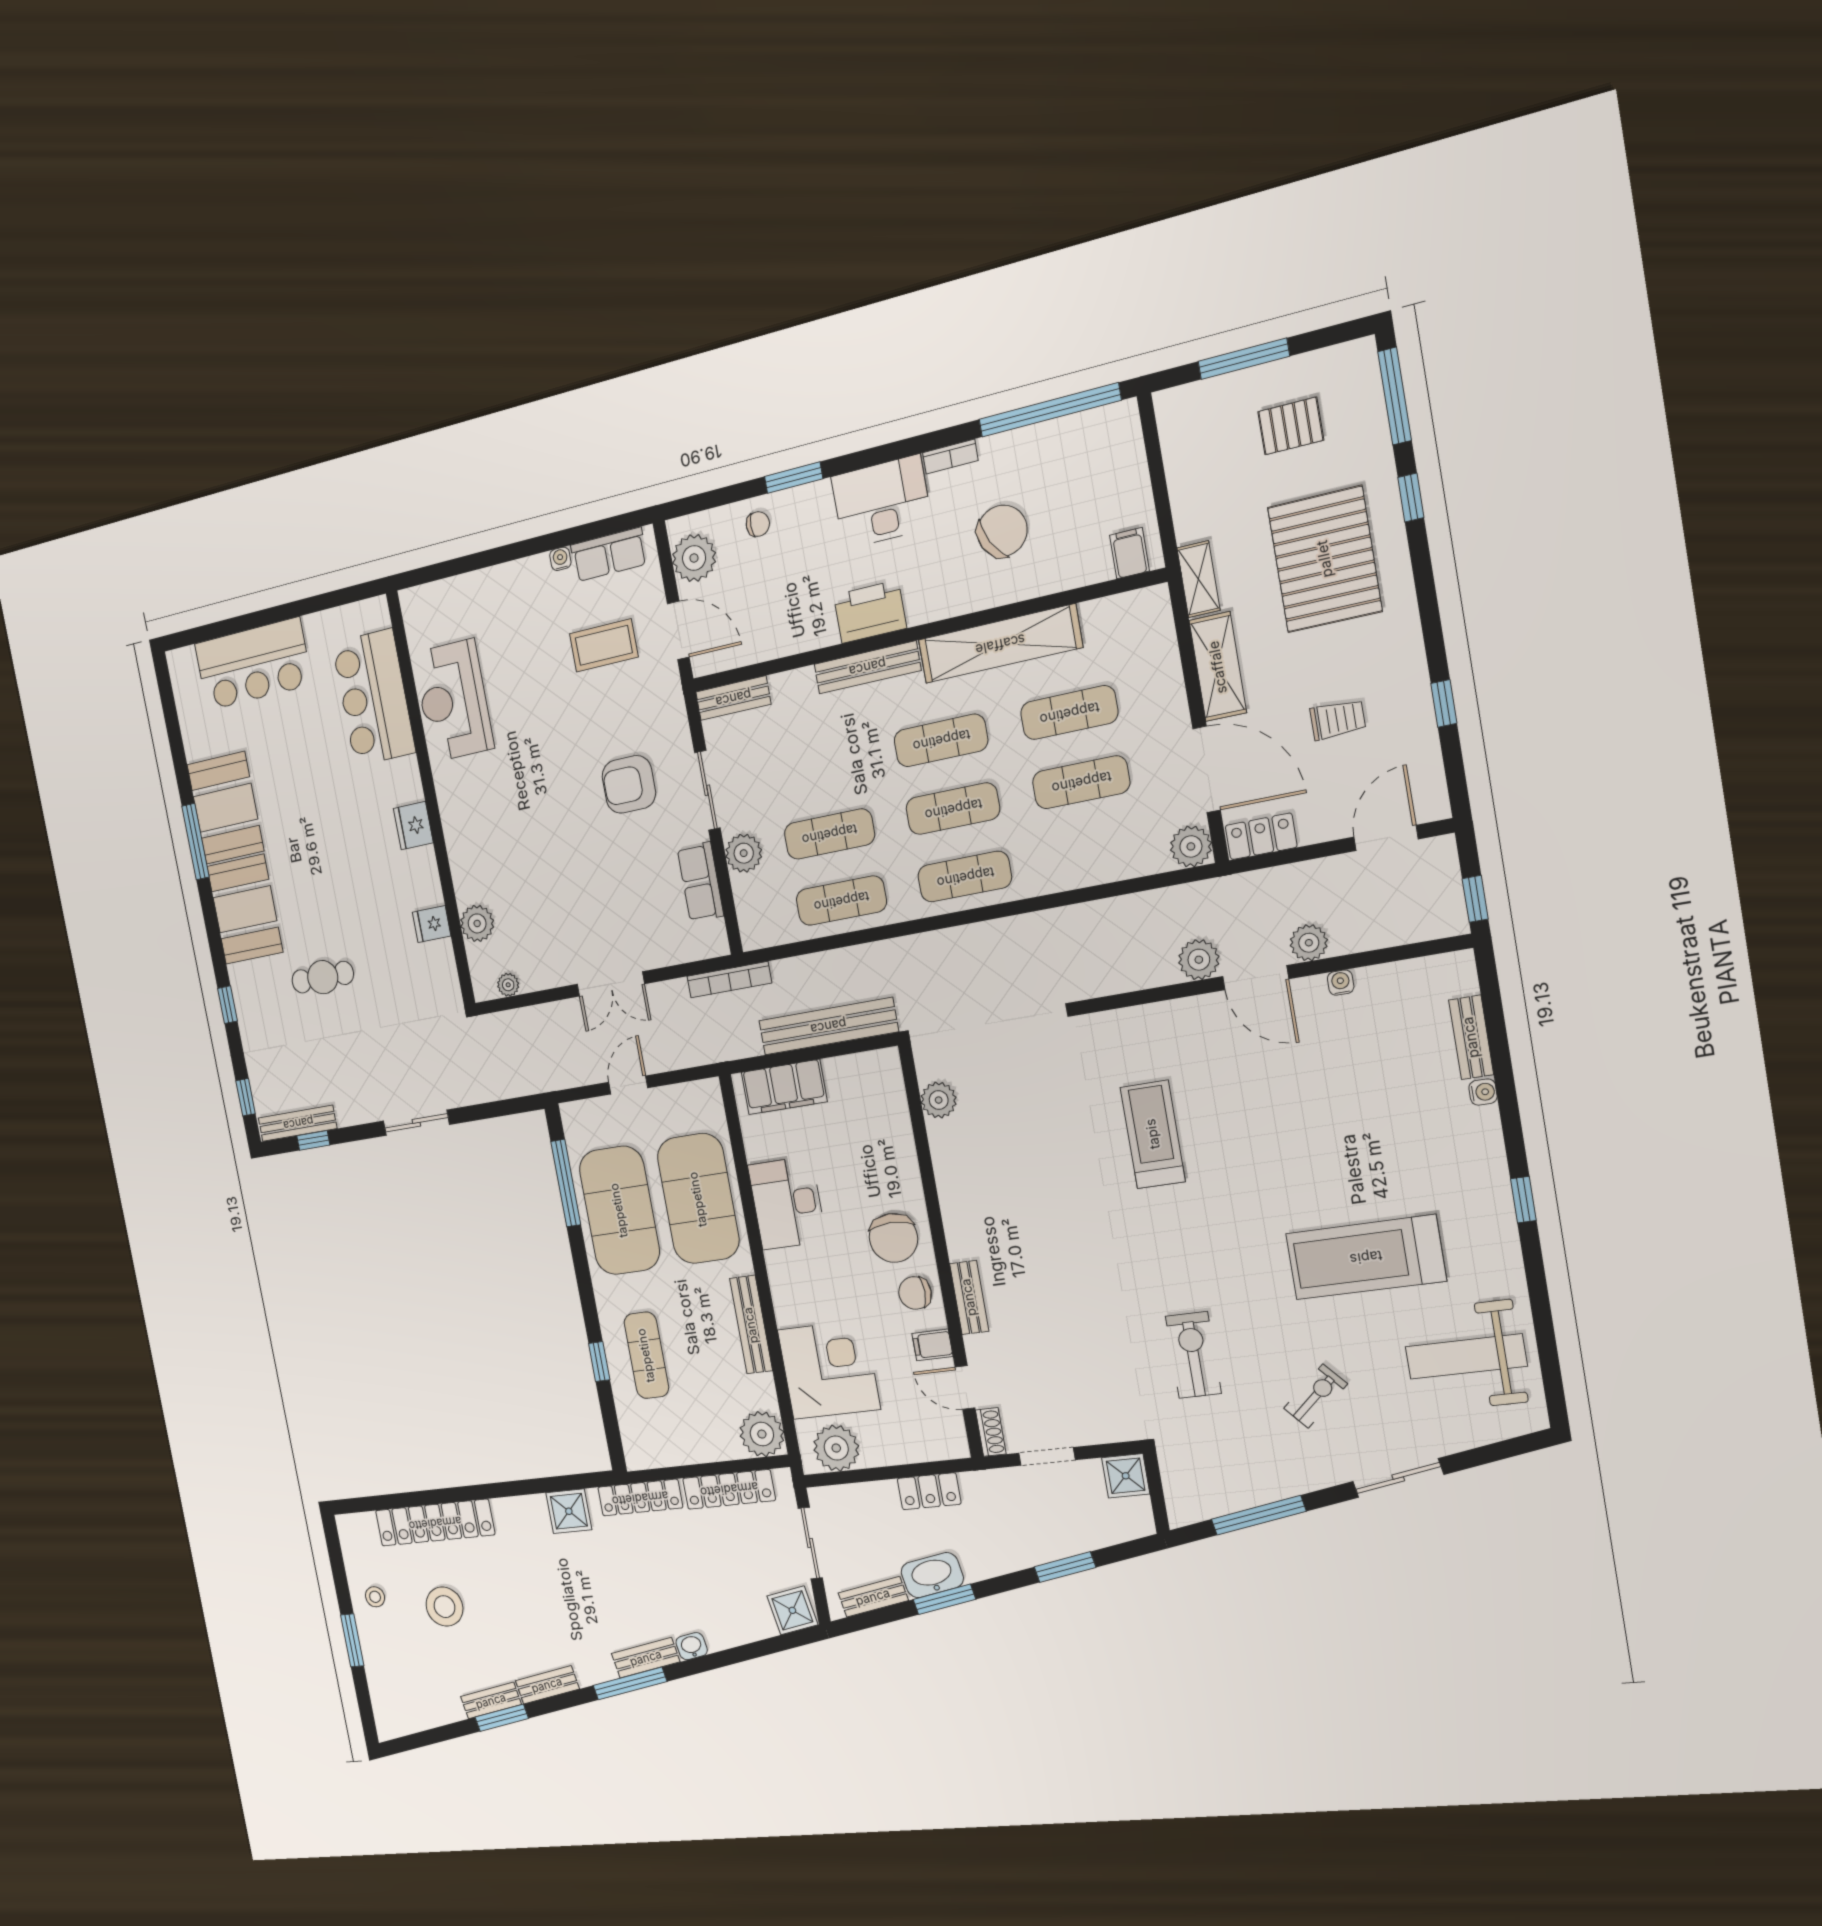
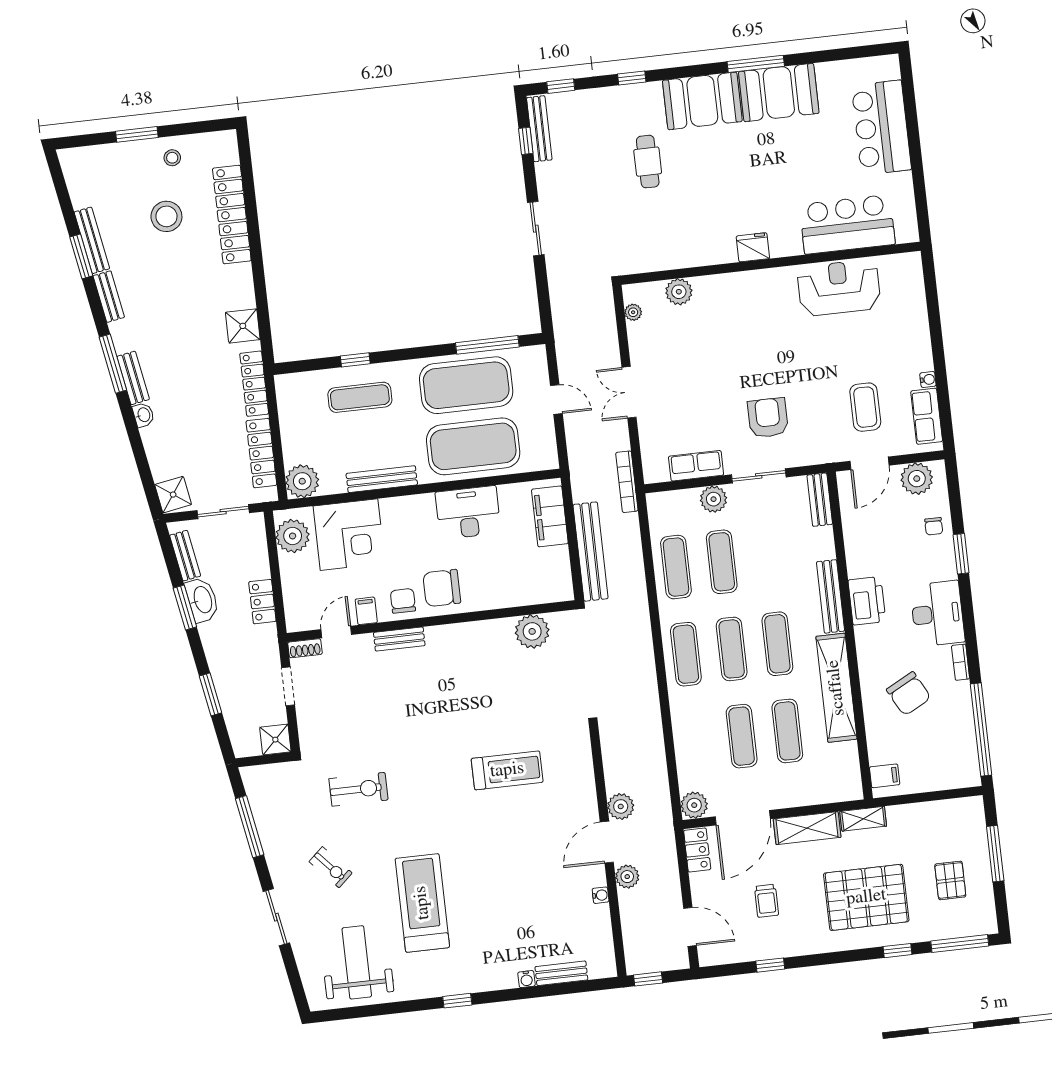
fridge: (432, 924) -> (681, 255), removed
plant: (939, 1100) -> (532, 631), width x1.36, depth x1.36
bench: (491, 1701) -> (92, 240), width x1.36

